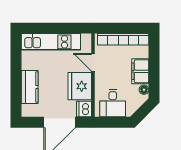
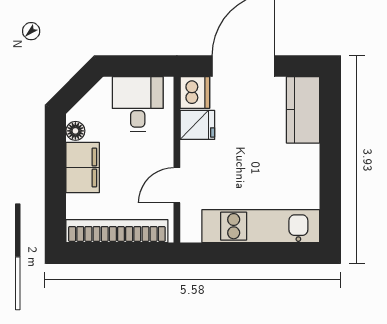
door: (93, 62) -> (177, 185), swing flipped
fridge: (80, 86) -> (197, 125), width x0.53, depth x0.75
kitchen counter: (30, 87) -> (303, 110), moved

